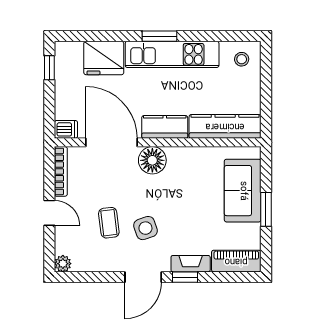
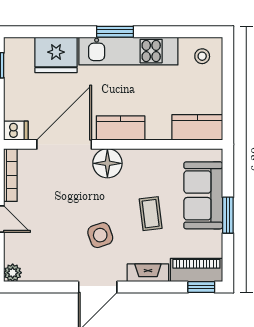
kitchen counter: (225, 126) -> (197, 127), width x0.67
door: (111, 142) -> (64, 144), hinge flipped
coffee table: (109, 223) -> (151, 214), moved
window: (185, 277) -> (201, 287), moved

